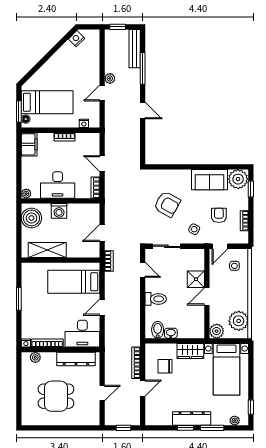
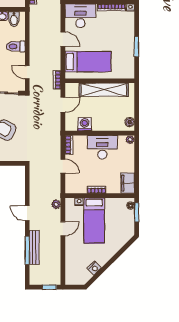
nightstand: (77, 39) -> (94, 268), moved
bench: (135, 49) -> (34, 247), moved
plant: (110, 78) -> (56, 204), moved
bed: (47, 102) -> (94, 221), moved, turned -90
washing machine: (59, 211) -> (85, 124), moved
boiler: (31, 218) -> (130, 122), width x0.54, depth x0.54
shelving: (47, 250) -> (104, 90), width x1.47
door: (102, 307) -> (63, 39), hinge flipped

